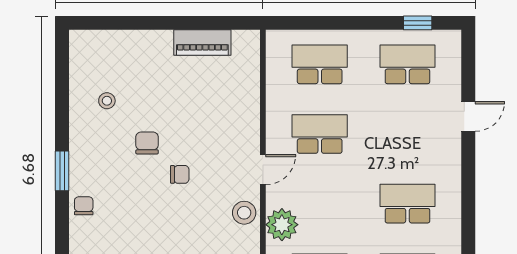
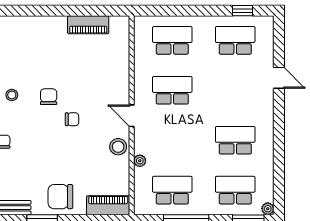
stool: (107, 101) -> (12, 95), moved
door: (468, 116) -> (279, 78), hinge flipped
door: (263, 170) -> (132, 116), swing flipped
plant: (282, 225) -> (140, 161), width x0.53, depth x0.53

